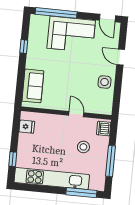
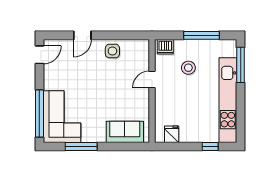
corner sofa: (71, 34) -> (62, 117), moved
window: (24, 47) -> (81, 146), width x2.17

